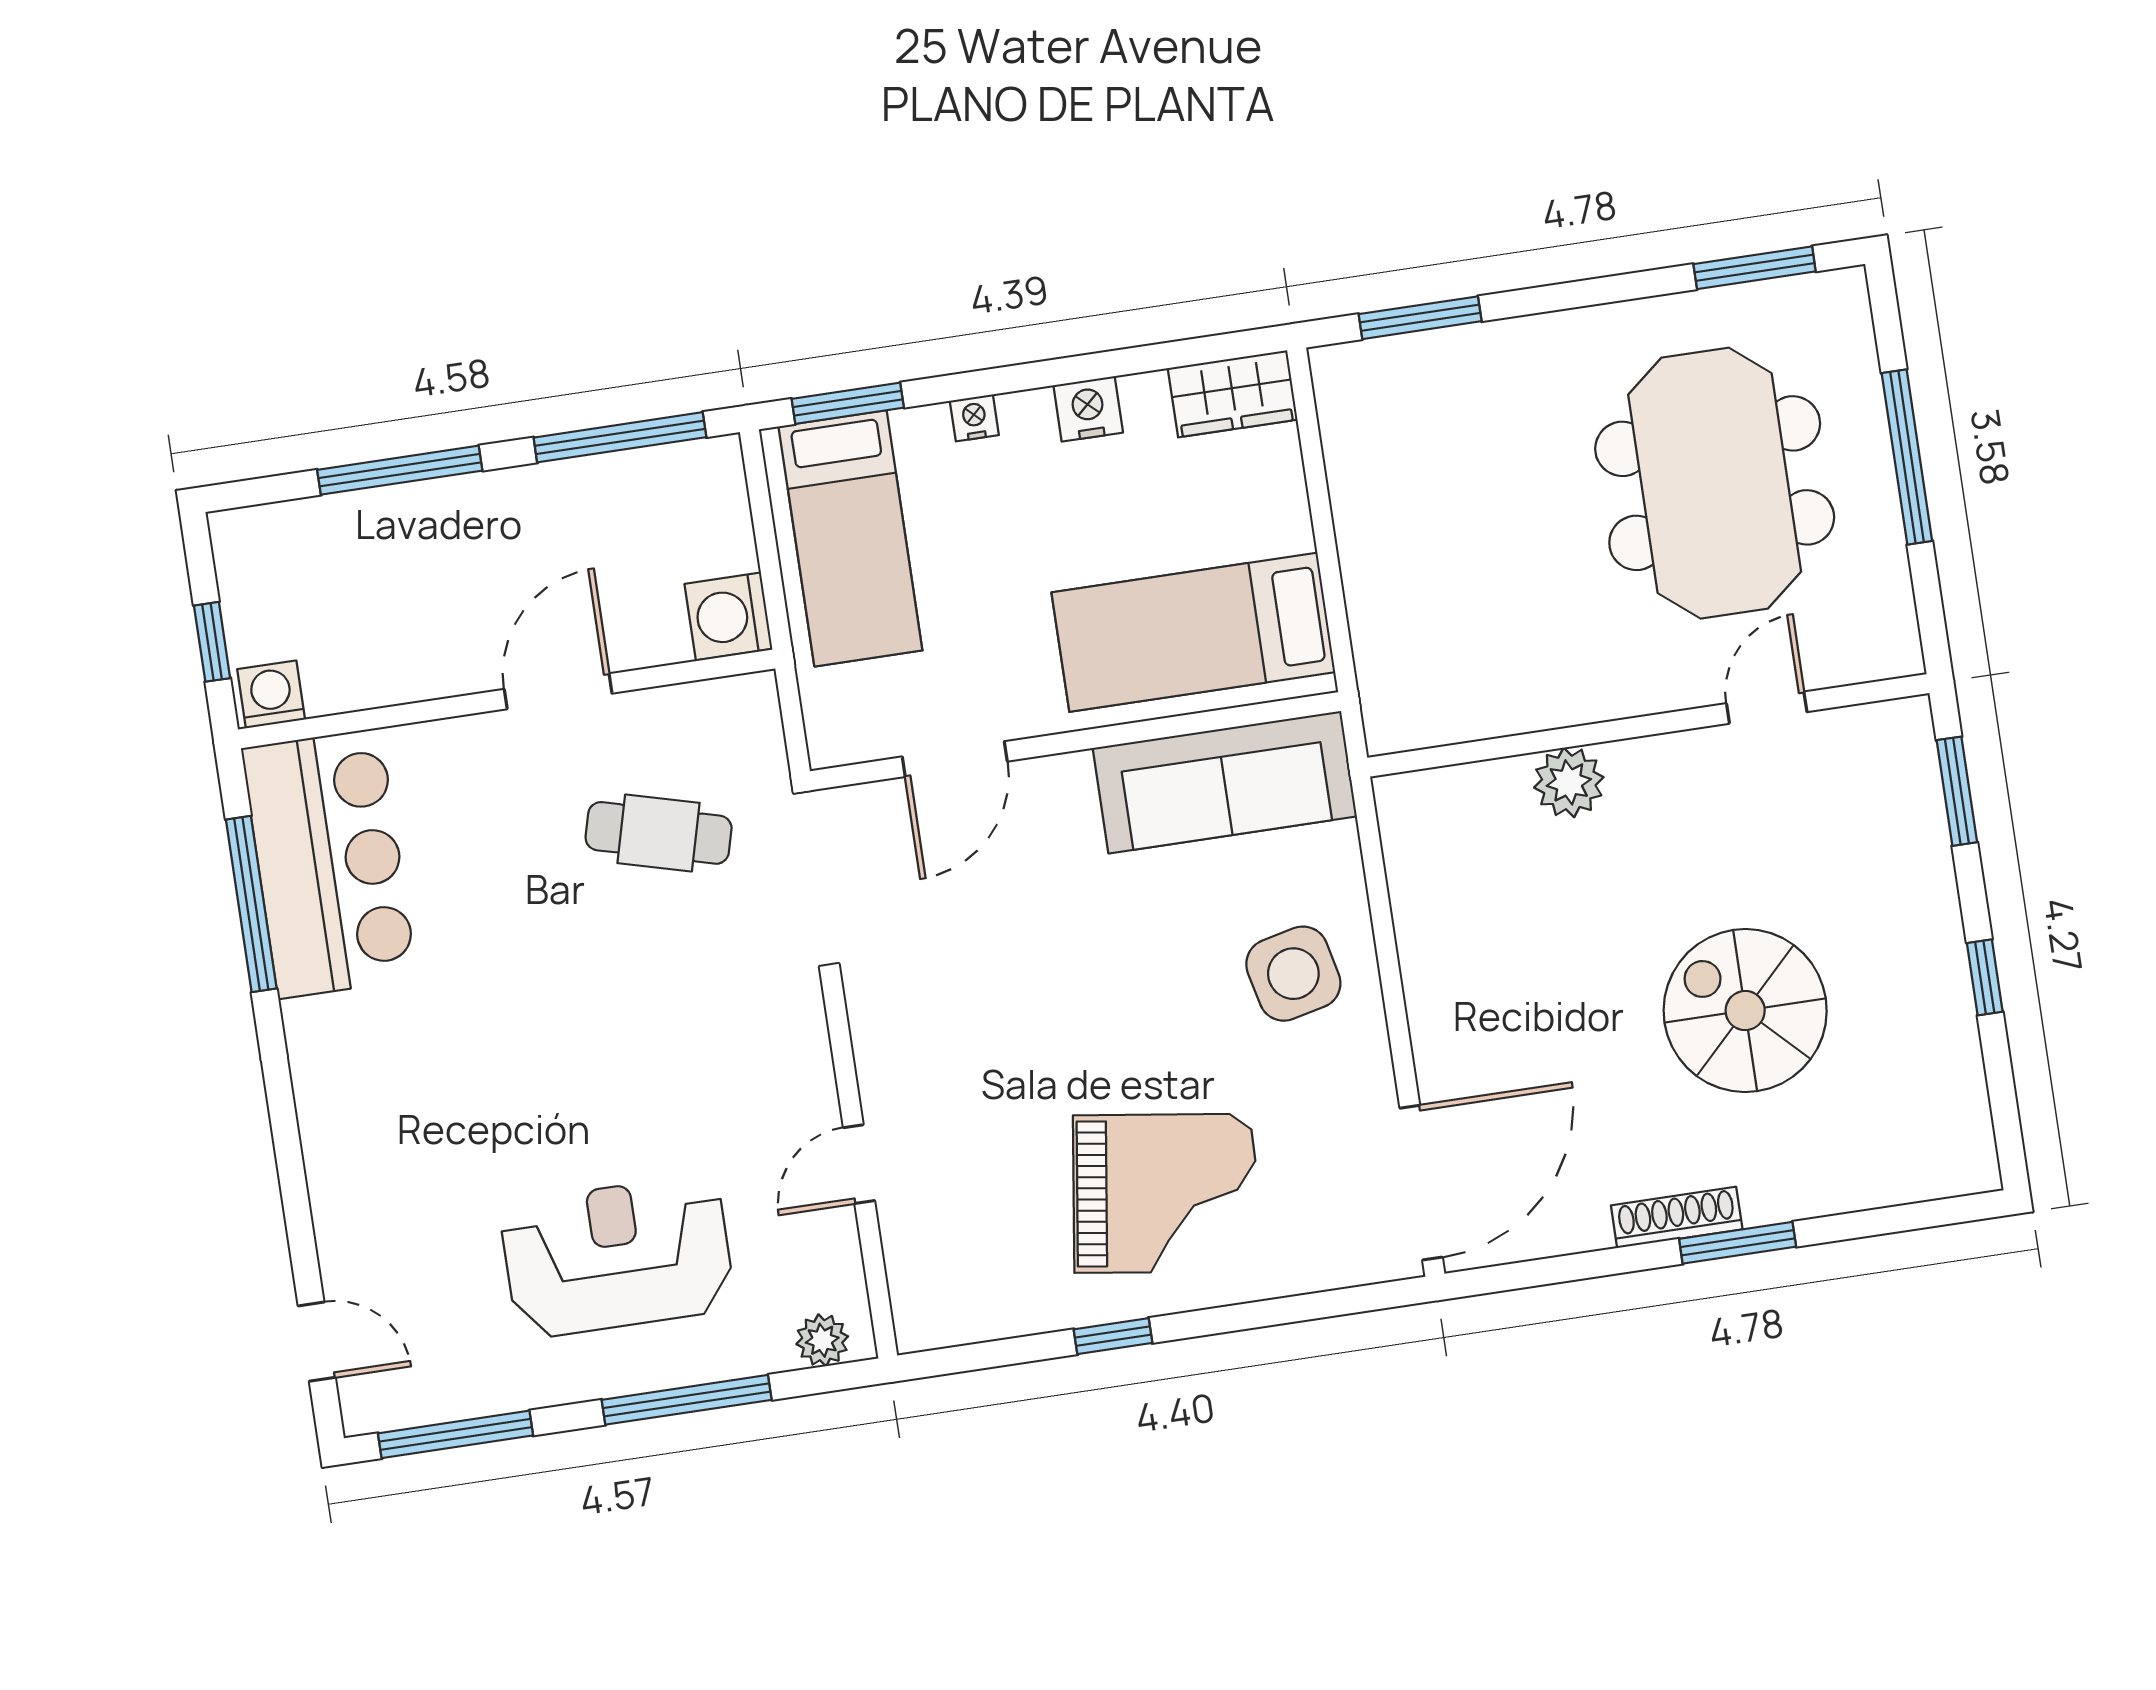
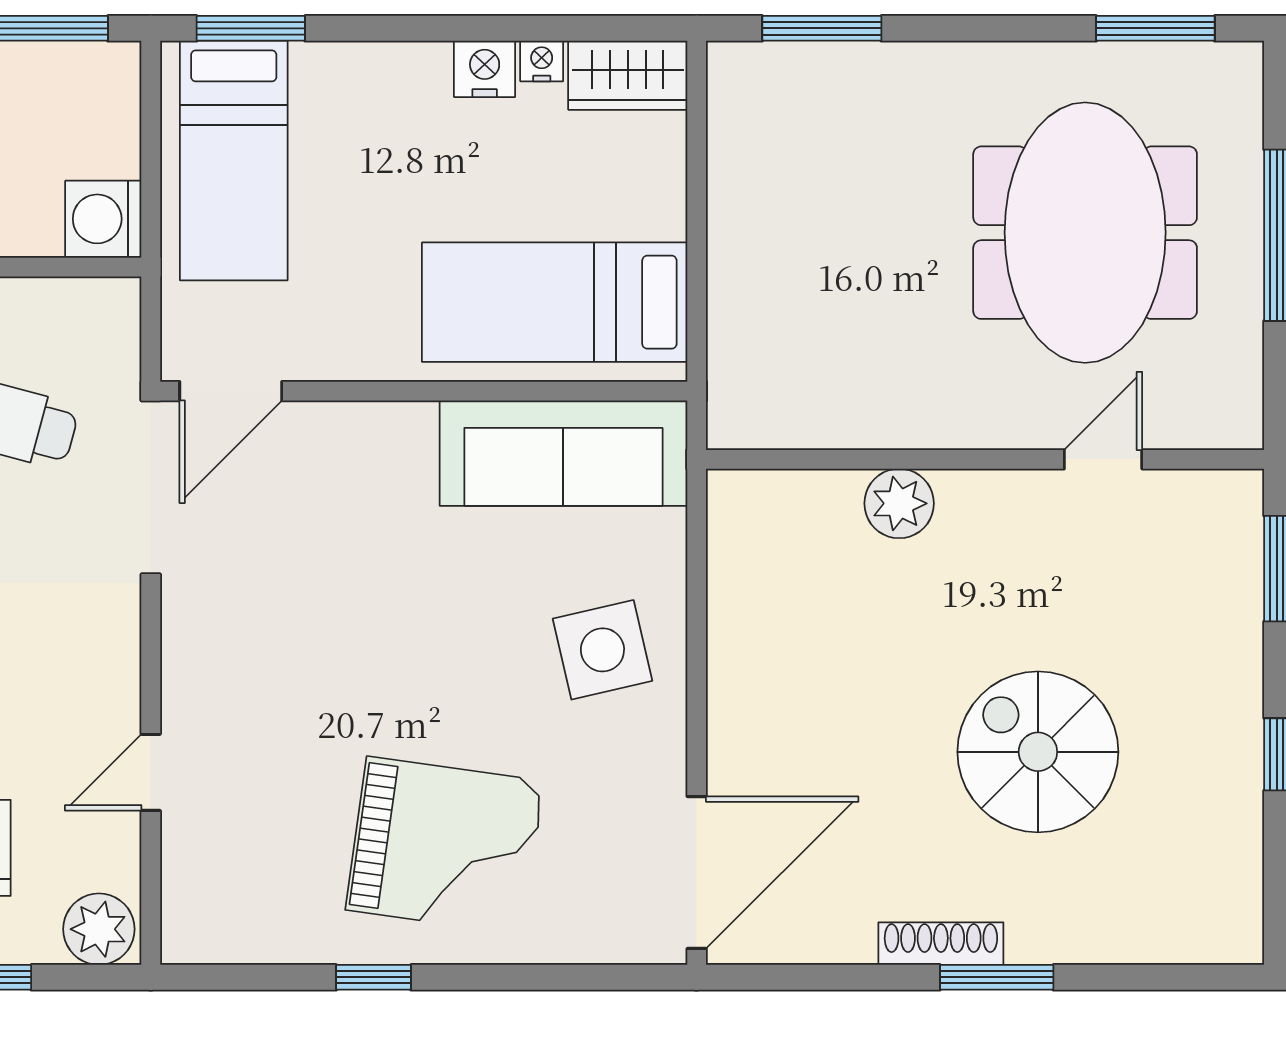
nightstand: (974, 418) -> (542, 61), moved
door: (955, 759) -> (231, 391), moved
plant: (822, 1340) -> (99, 929), width x1.38, depth x1.38

